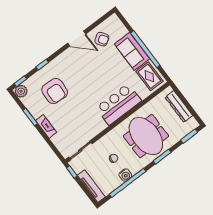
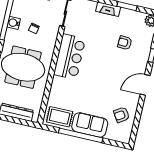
door: (77, 39) -> (145, 85), moved
armchair: (55, 91) -> (125, 43), width x0.53, depth x0.53
bar counter: (119, 104) -> (70, 57), moved

